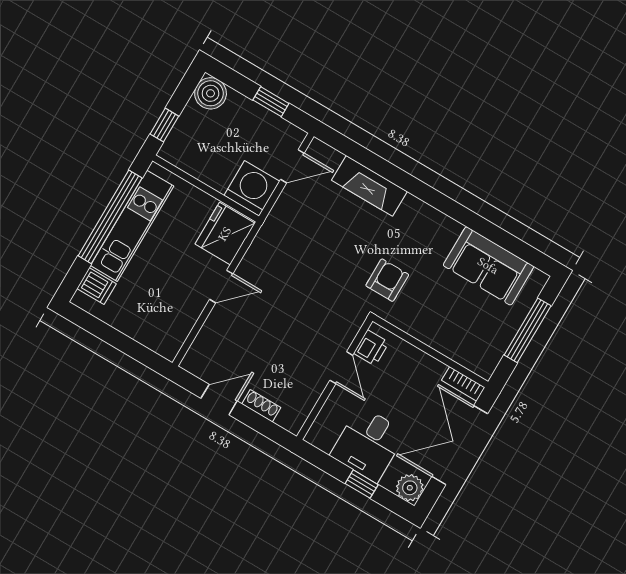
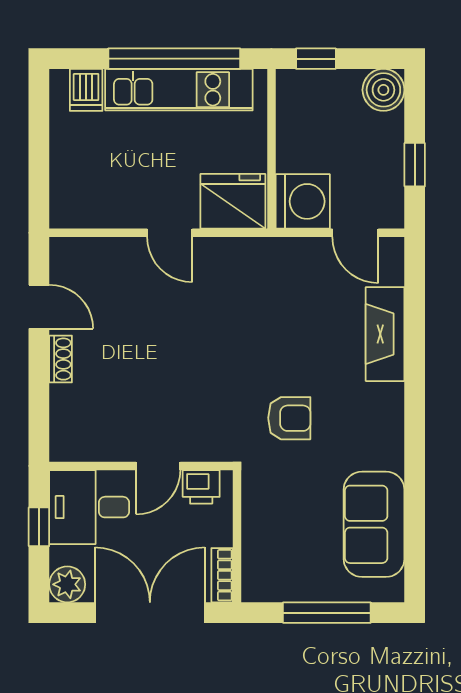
printer: (371, 348) -> (201, 487), moved
door: (341, 368) -> (158, 466), moved
wall: (335, 379) -> (141, 466), moved

